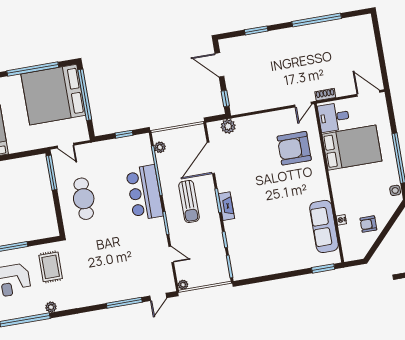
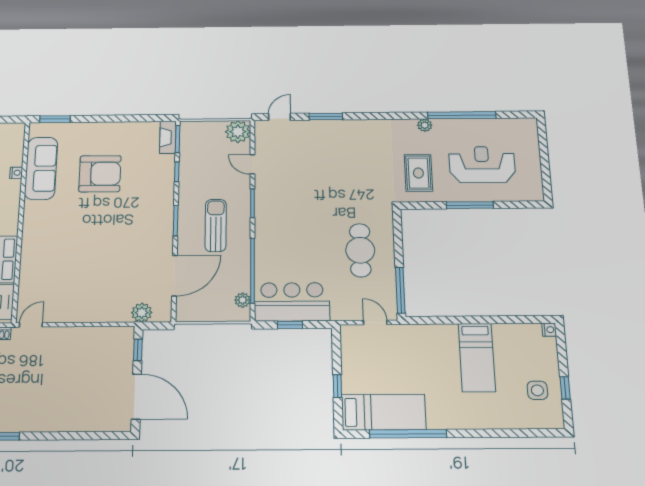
window: (256, 30) -> (73, 436), removed
door: (219, 65) -> (136, 397), width x1.36
bed: (53, 95) -> (384, 412), width x0.49
window: (85, 95) -> (337, 386), width x0.32
armchair: (294, 148) -> (100, 174), moved
bar counter: (144, 193) -> (292, 302), moved, turned -90
fireplace: (226, 206) -> (168, 137), moved
plant: (183, 285) -> (238, 132), width x1.88, depth x1.88
window: (124, 303) -> (326, 116), width x0.69

